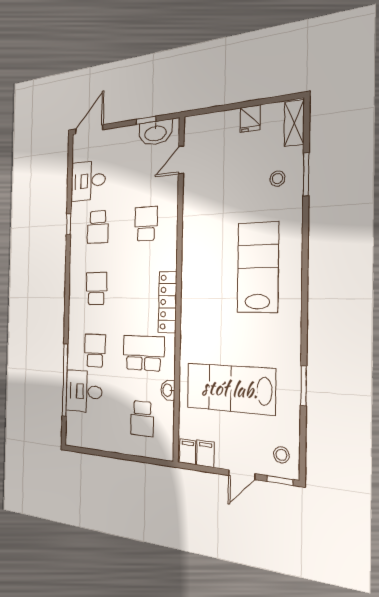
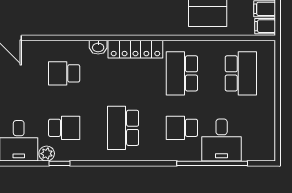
plant: (77, 211) -> (47, 154), added
school desk: (96, 289) -> (123, 128), width x1.85
washbasin: (168, 390) -> (98, 47), moved
school desk: (142, 418) -> (241, 73), width x1.85

